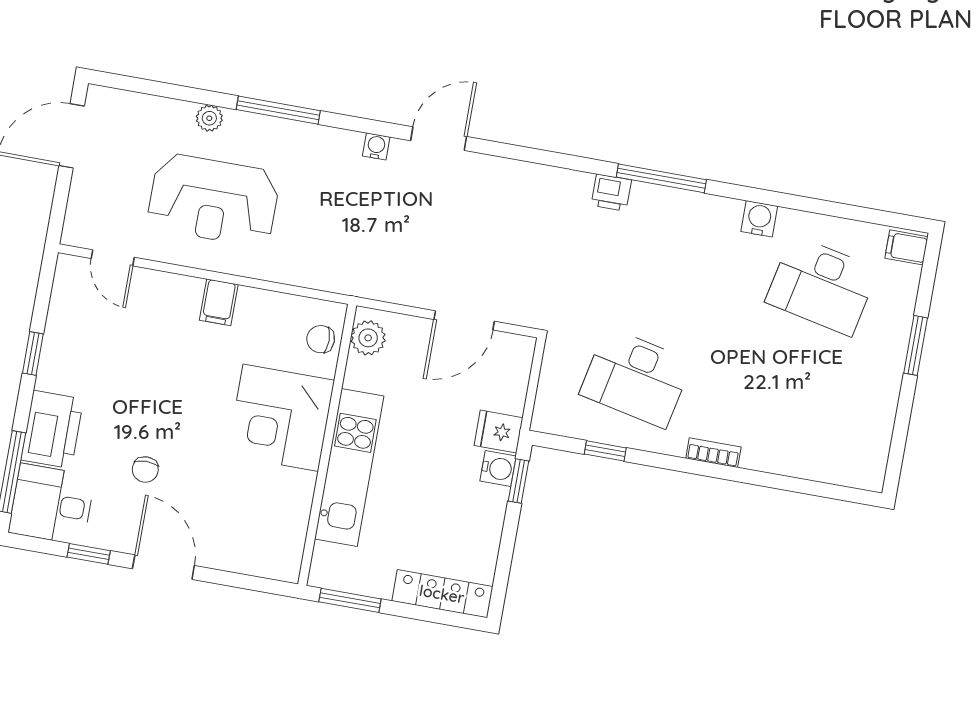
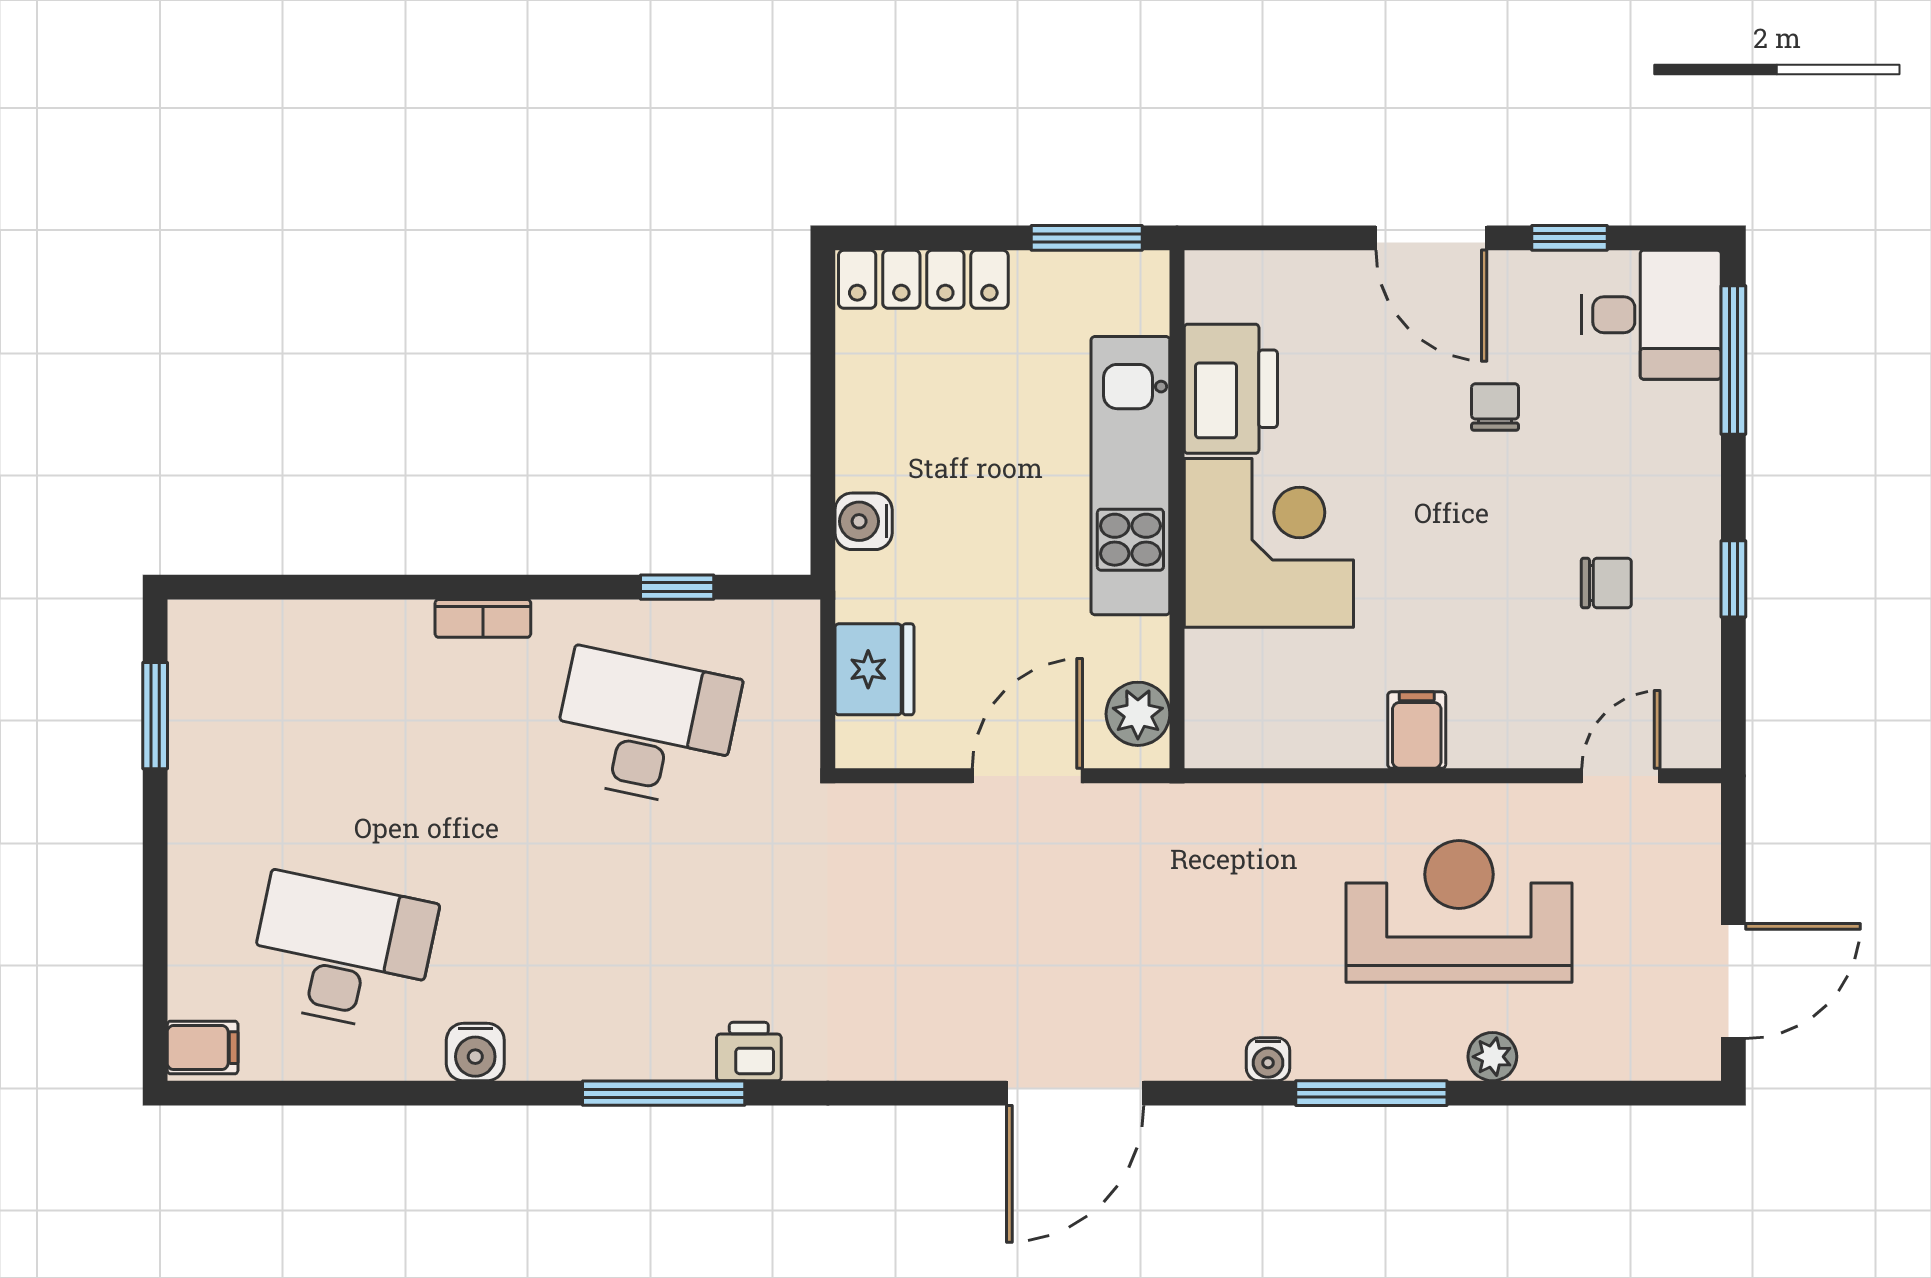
door: (439, 139) -> (1075, 1093), width x1.36
water cooler: (376, 146) -> (1268, 1059), moved
door: (113, 258) -> (1621, 776), hinge flipped
door: (464, 320) -> (1027, 776), moved
chair: (321, 339) -> (1606, 583), moved
window: (916, 345) -> (155, 716), moved
printer: (52, 429) -> (1231, 389), moved, turned 180
fridge: (499, 432) -> (874, 669), moved, width x1.38
window: (519, 481) -> (823, 506), removed

